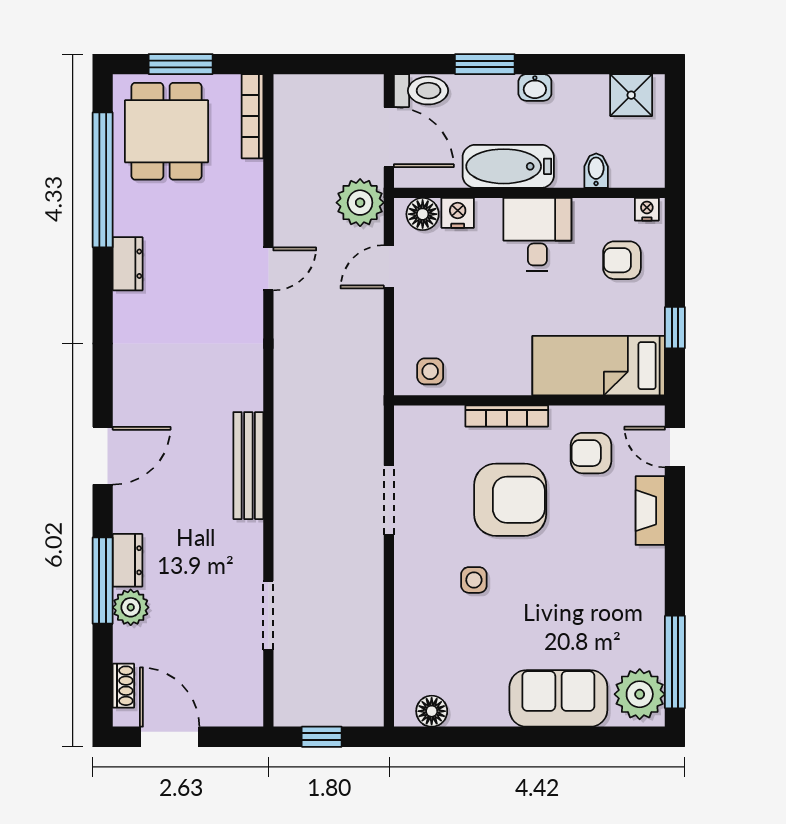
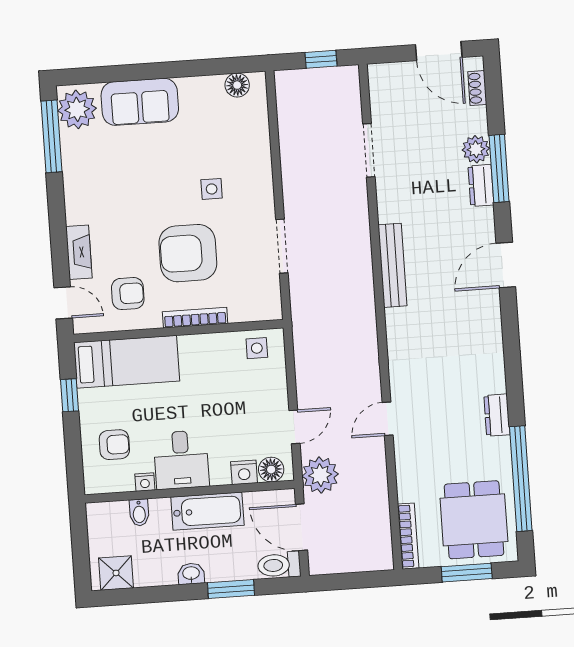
nightstand: (647, 209) -> (145, 482), moved

